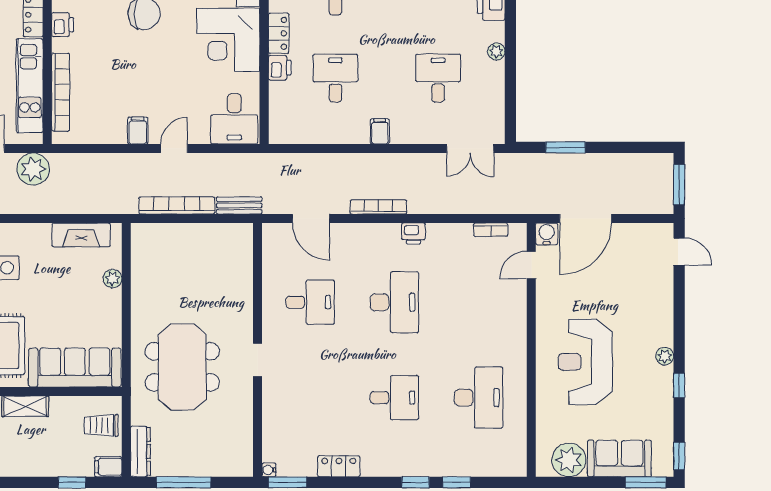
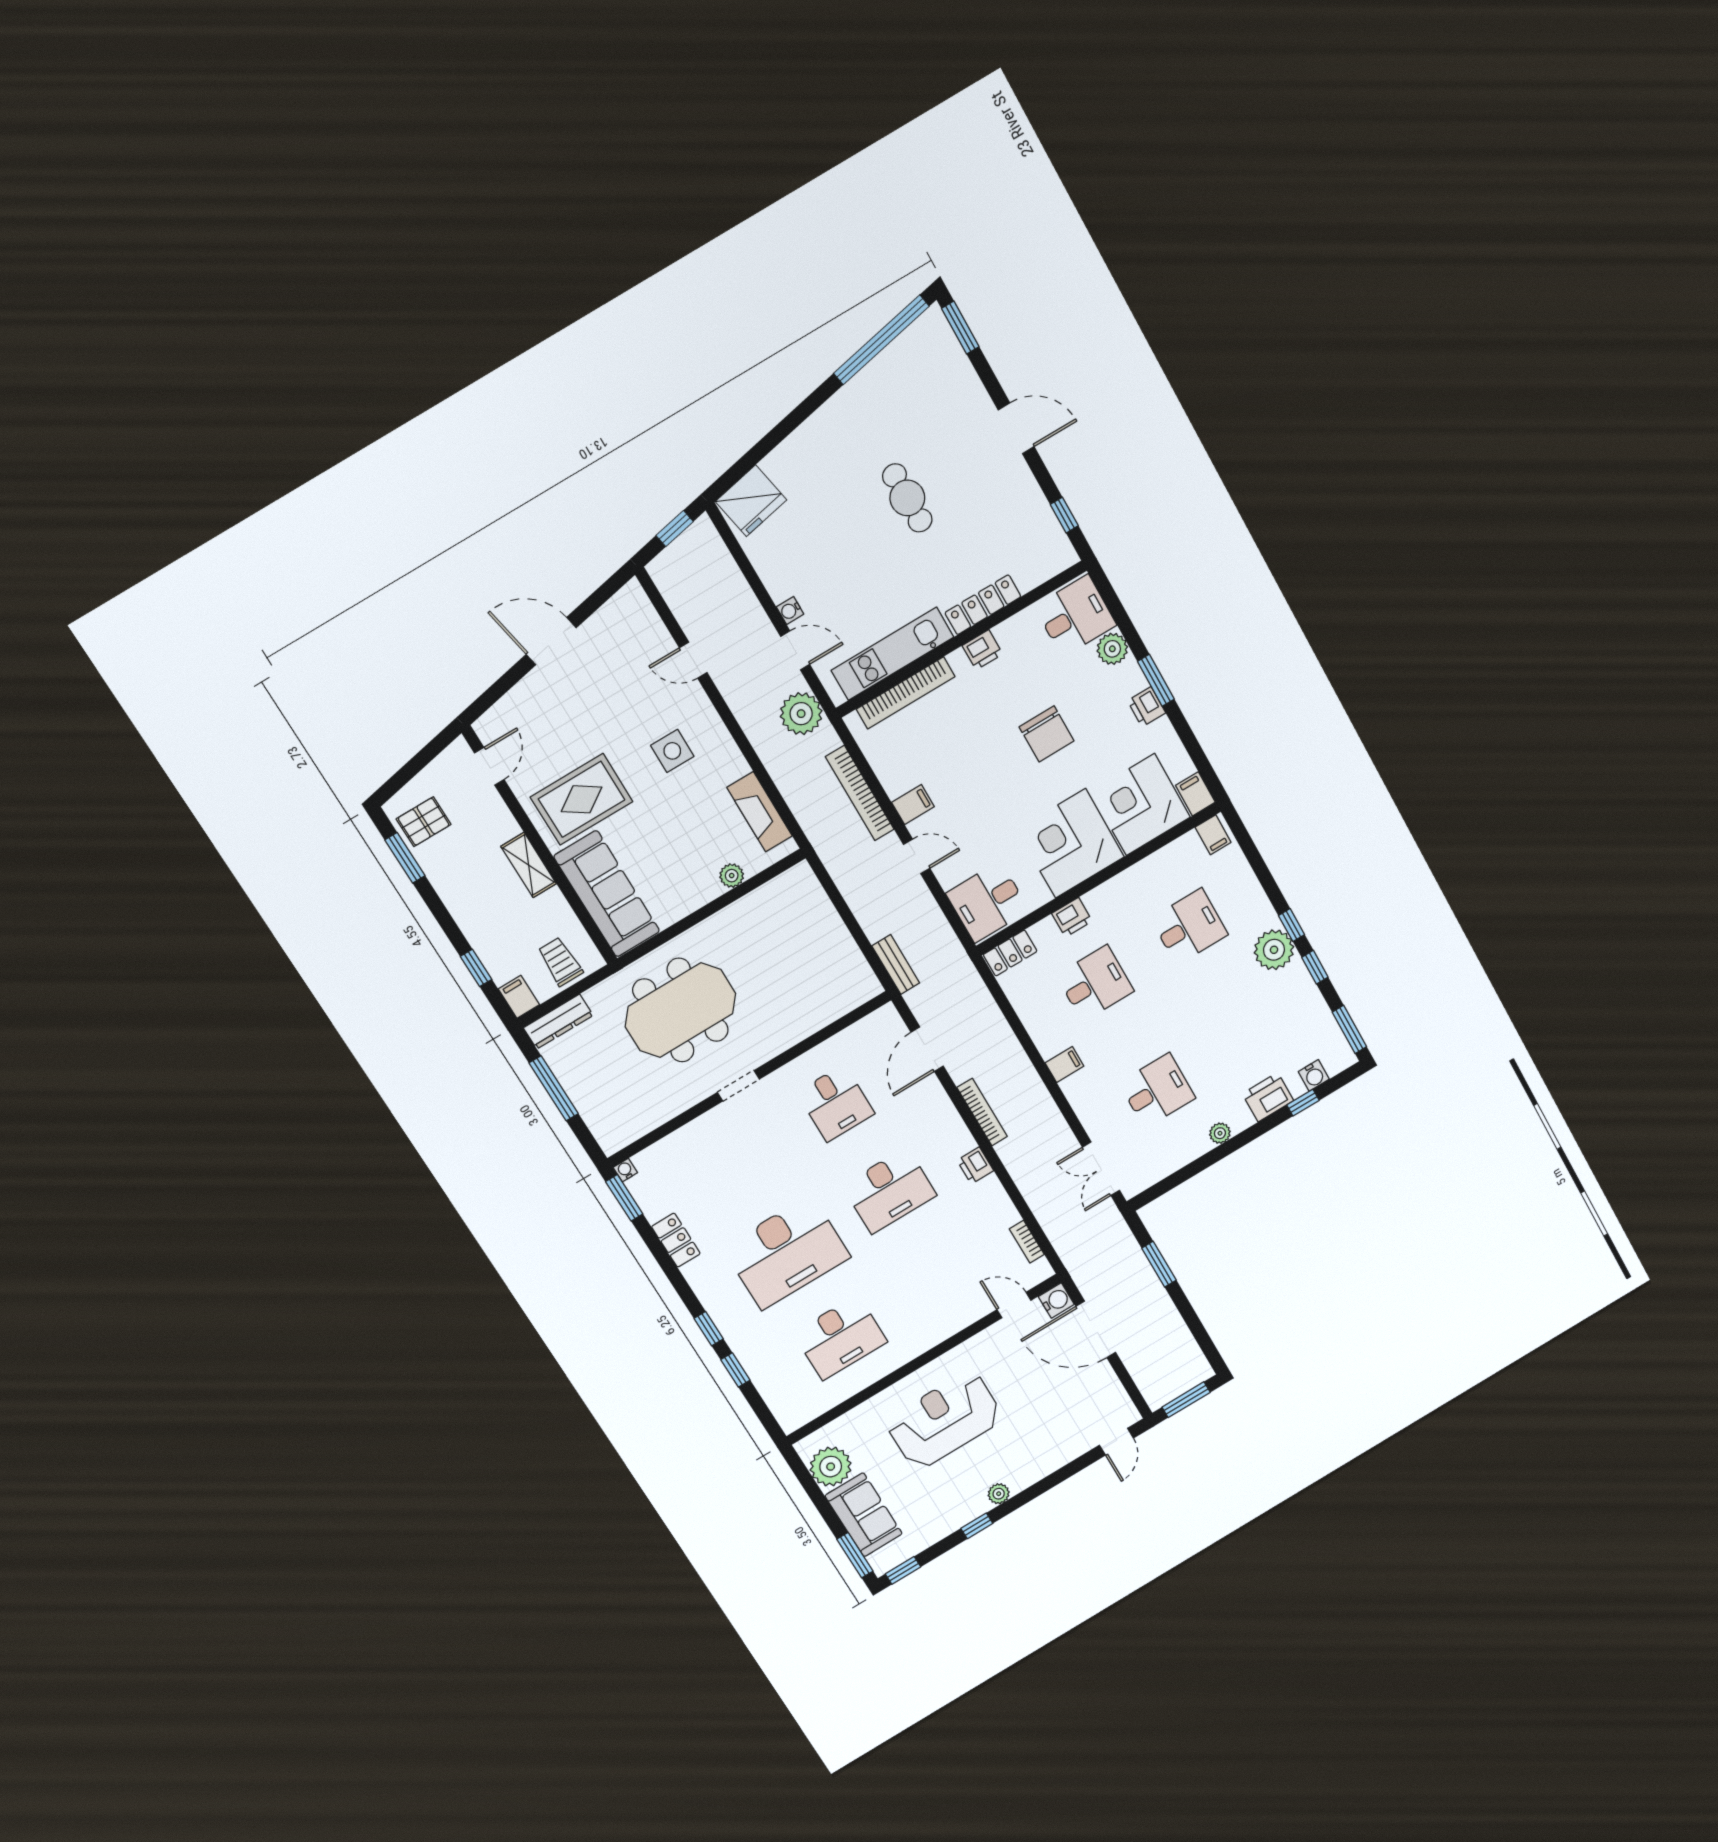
locker: (279, 33) -> (1010, 953), moved
bookcase: (177, 206) -> (860, 793), moved, turned 180
desk: (394, 398) -> (787, 1252), width x1.87, depth x1.30

